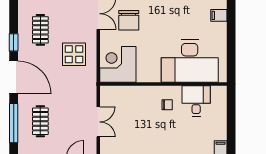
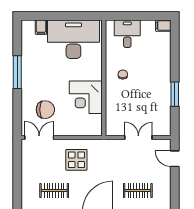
desk: (190, 61) -> (73, 39), moved, turned -90
corner desk: (118, 64) -> (86, 97), moved
desk: (196, 101) -> (127, 34), moved, turned 90

